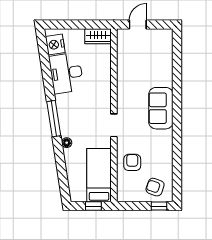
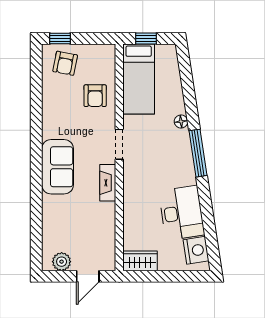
plant: (158, 36) -> (62, 262), added
fireplace: (123, 96) -> (108, 183), added
armchair: (155, 187) -> (65, 63), turned 82

